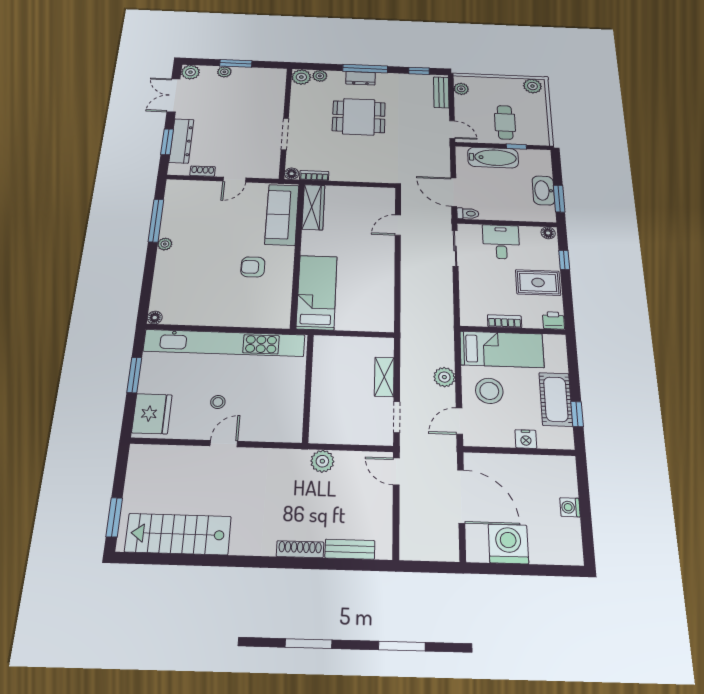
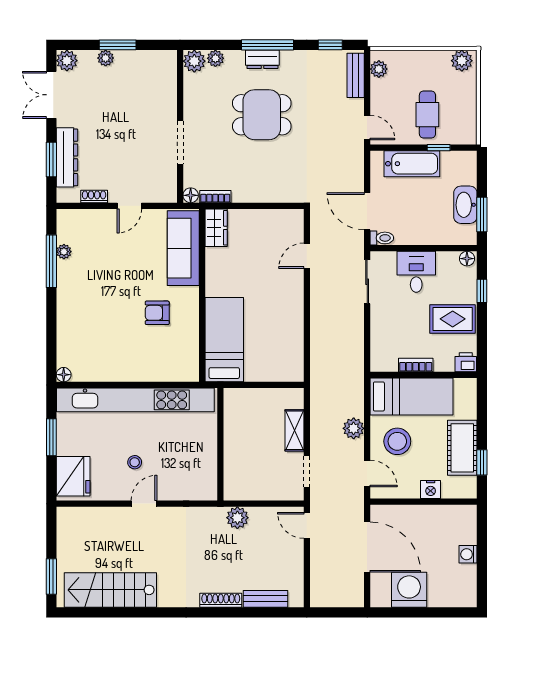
wardrobe: (313, 207) -> (216, 228), width x0.67
plant: (165, 244) -> (64, 252), moved
door: (459, 421) -> (367, 474), swing flipped

